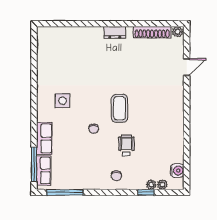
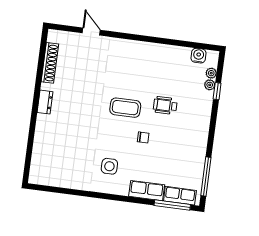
plant: (177, 32) -> (53, 36), removed
chair: (116, 176) -> (196, 120), removed

